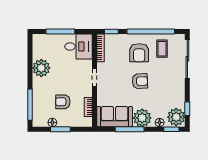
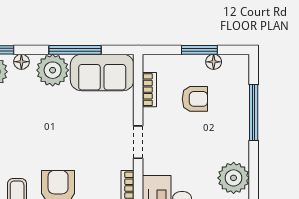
plant: (41, 68) -> (234, 178), moved
armchair: (140, 81) -> (57, 136), removed
window: (30, 105) -> (254, 113), moved

